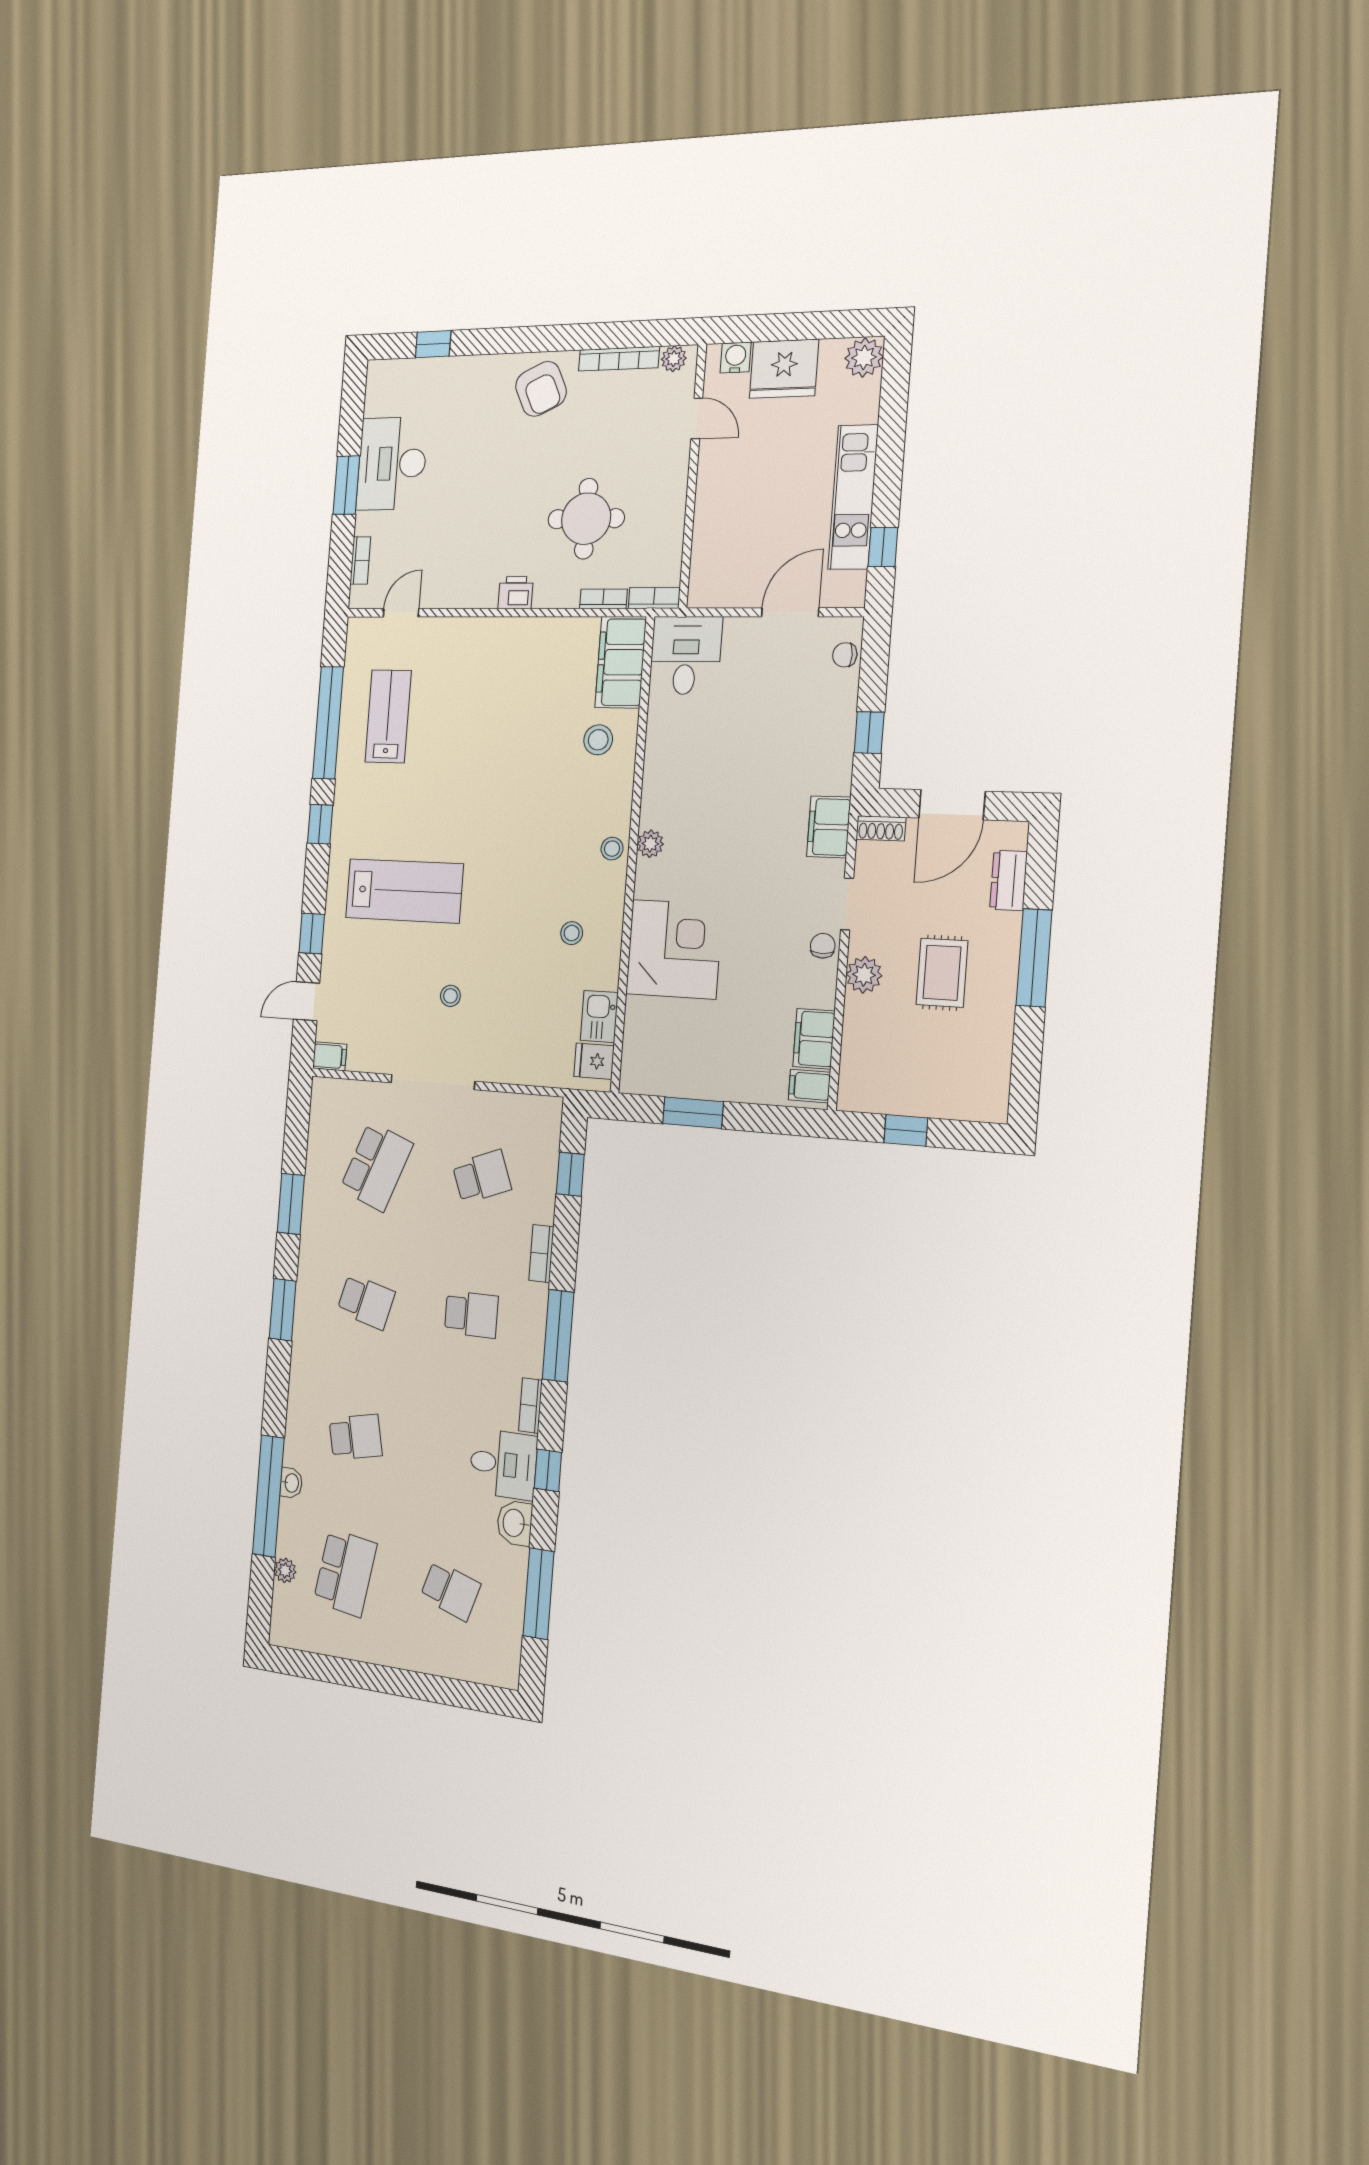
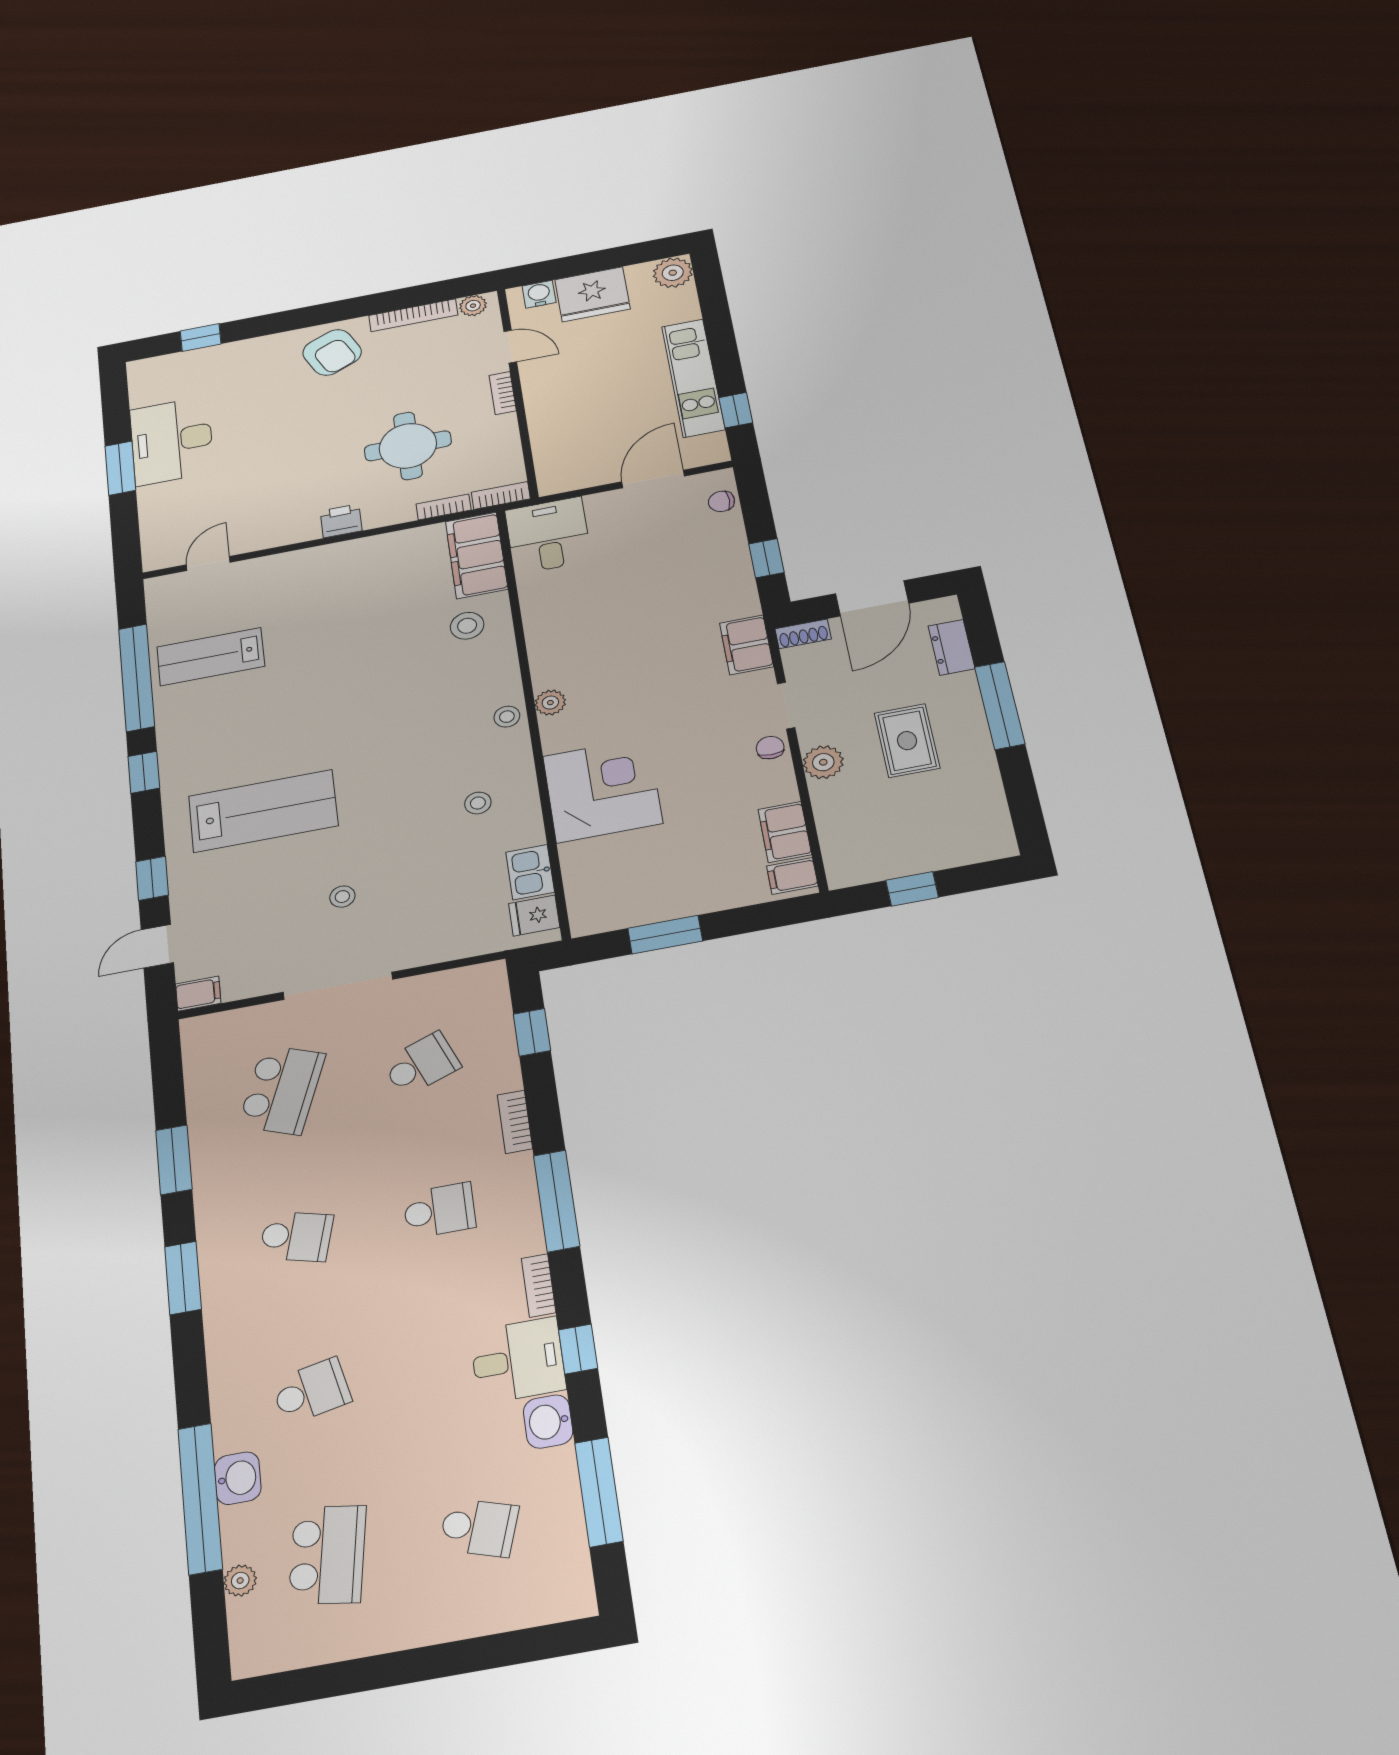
bookcase: (360, 560) -> (503, 393), moved, turned 180
lab bench: (388, 716) -> (211, 657), turned -90
washbasin: (291, 1483) -> (238, 1478), width x1.38, depth x1.45

